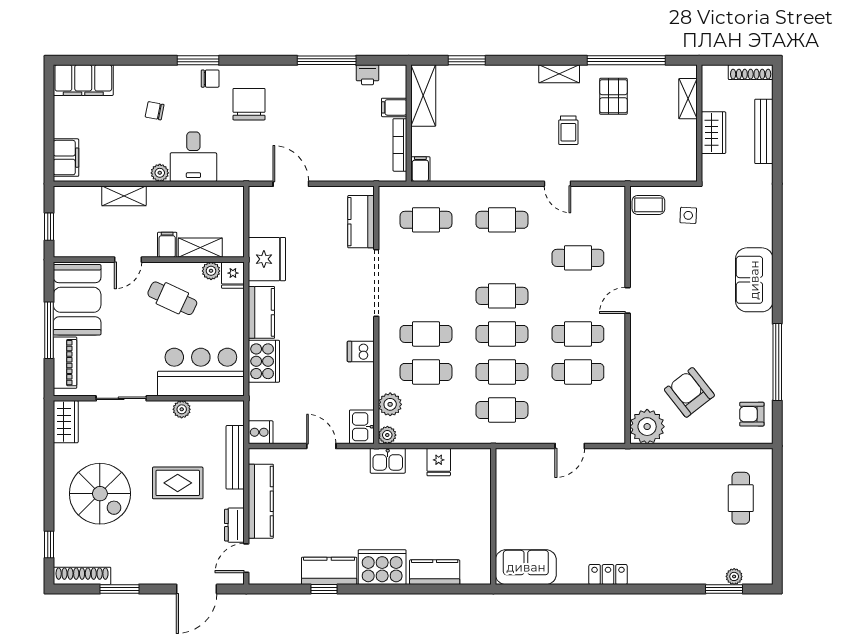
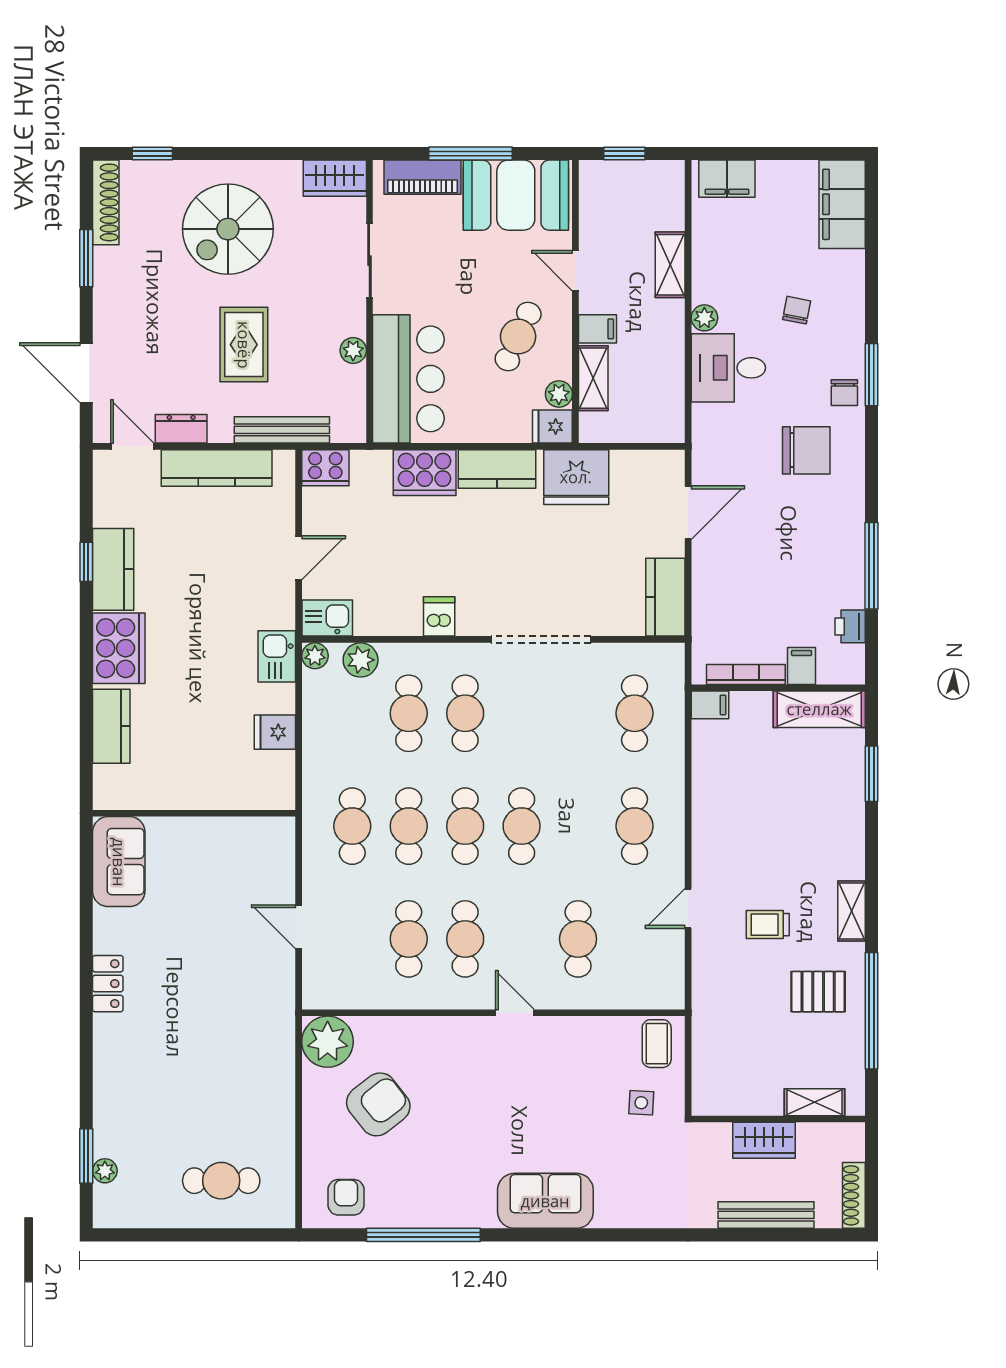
kitchen counter: (361, 222) -> (665, 597), moved, turned -90
cooker: (261, 432) -> (325, 468), width x1.36

